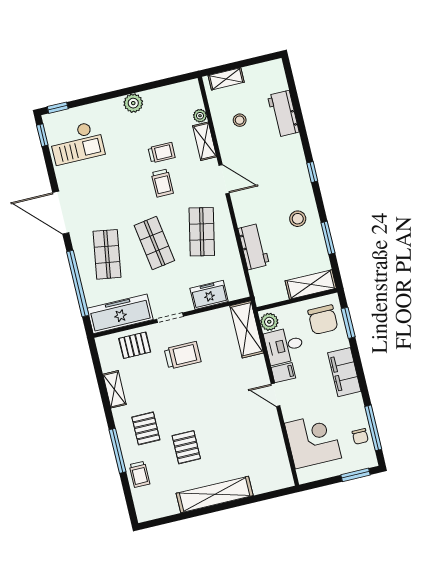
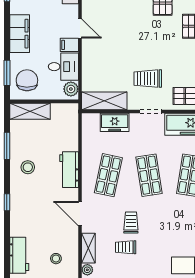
workbench: (254, 247) -> (69, 170), moved
shelving: (247, 329) -> (104, 101), moved, turned 90

